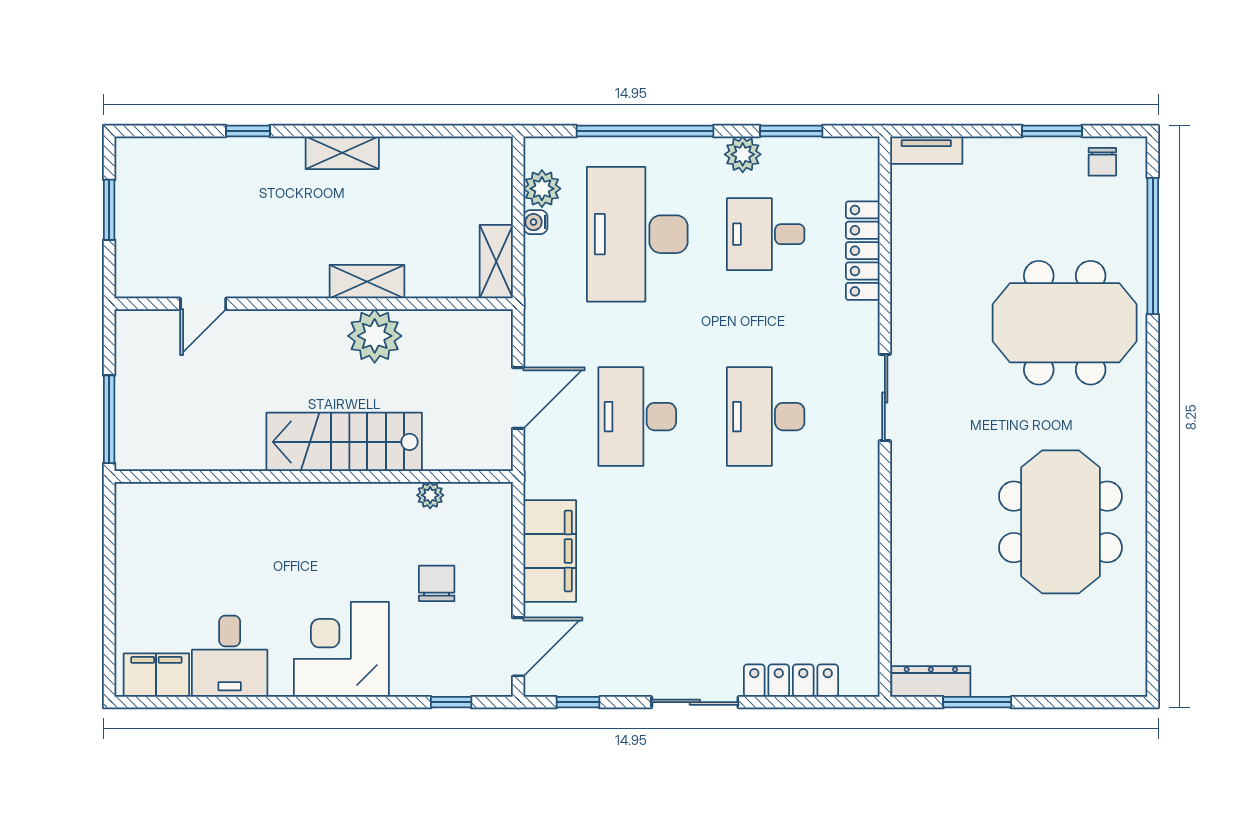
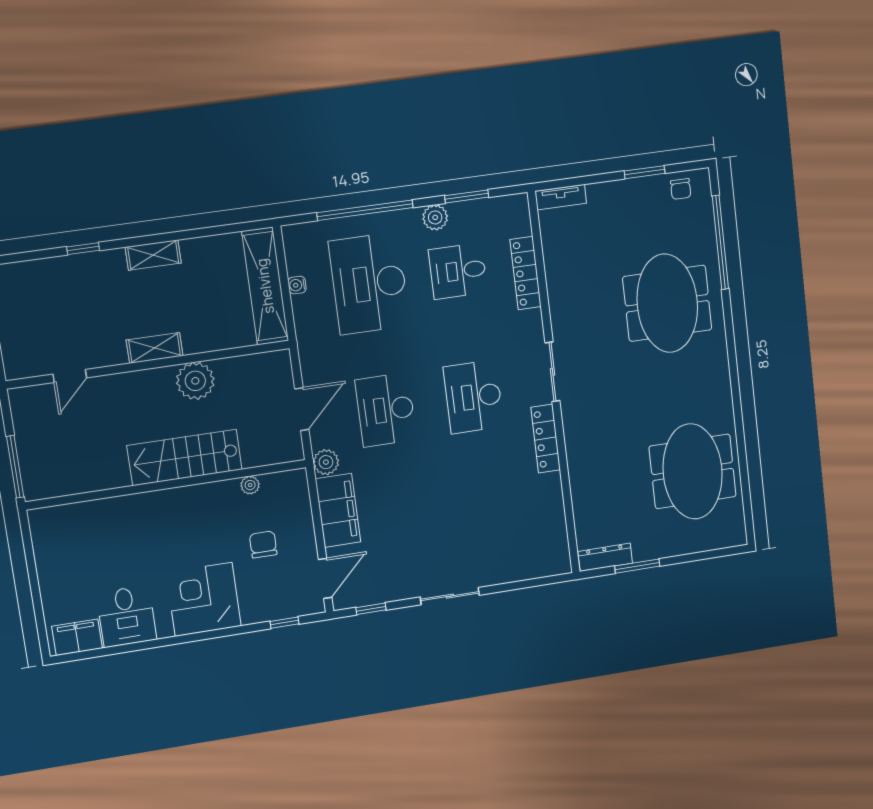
plant: (542, 189) -> (326, 462), moved
shelving: (496, 262) -> (265, 286), width x2.20, depth x1.33
shelving: (367, 282) -> (155, 348), moved
meeting table: (1065, 323) -> (667, 303), turned 90
meeting table: (1060, 522) -> (693, 471), moved
locker: (791, 681) -> (546, 439), moved, turned -90

